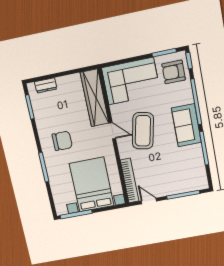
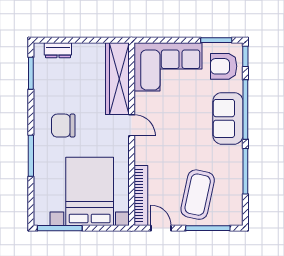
sofa: (186, 125) -> (228, 118), moved
coffee table: (143, 131) -> (198, 195), moved
chair: (62, 141) -> (63, 126), turned 180

